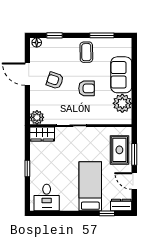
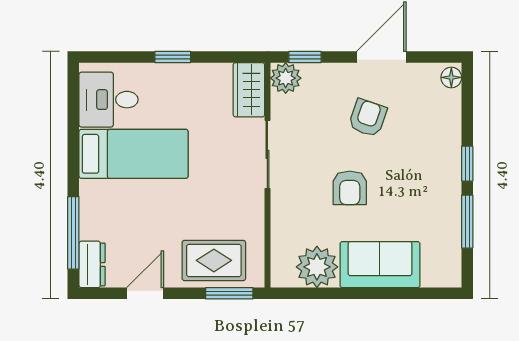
window: (54, 35) -> (467, 164), moved
coffee table: (86, 52) -> (430, 187), removed
window: (27, 109) -> (305, 57), added
window: (134, 154) -> (229, 293), moved
bed: (90, 186) -> (134, 154), moved
window: (107, 213) -> (73, 233), width x2.17

